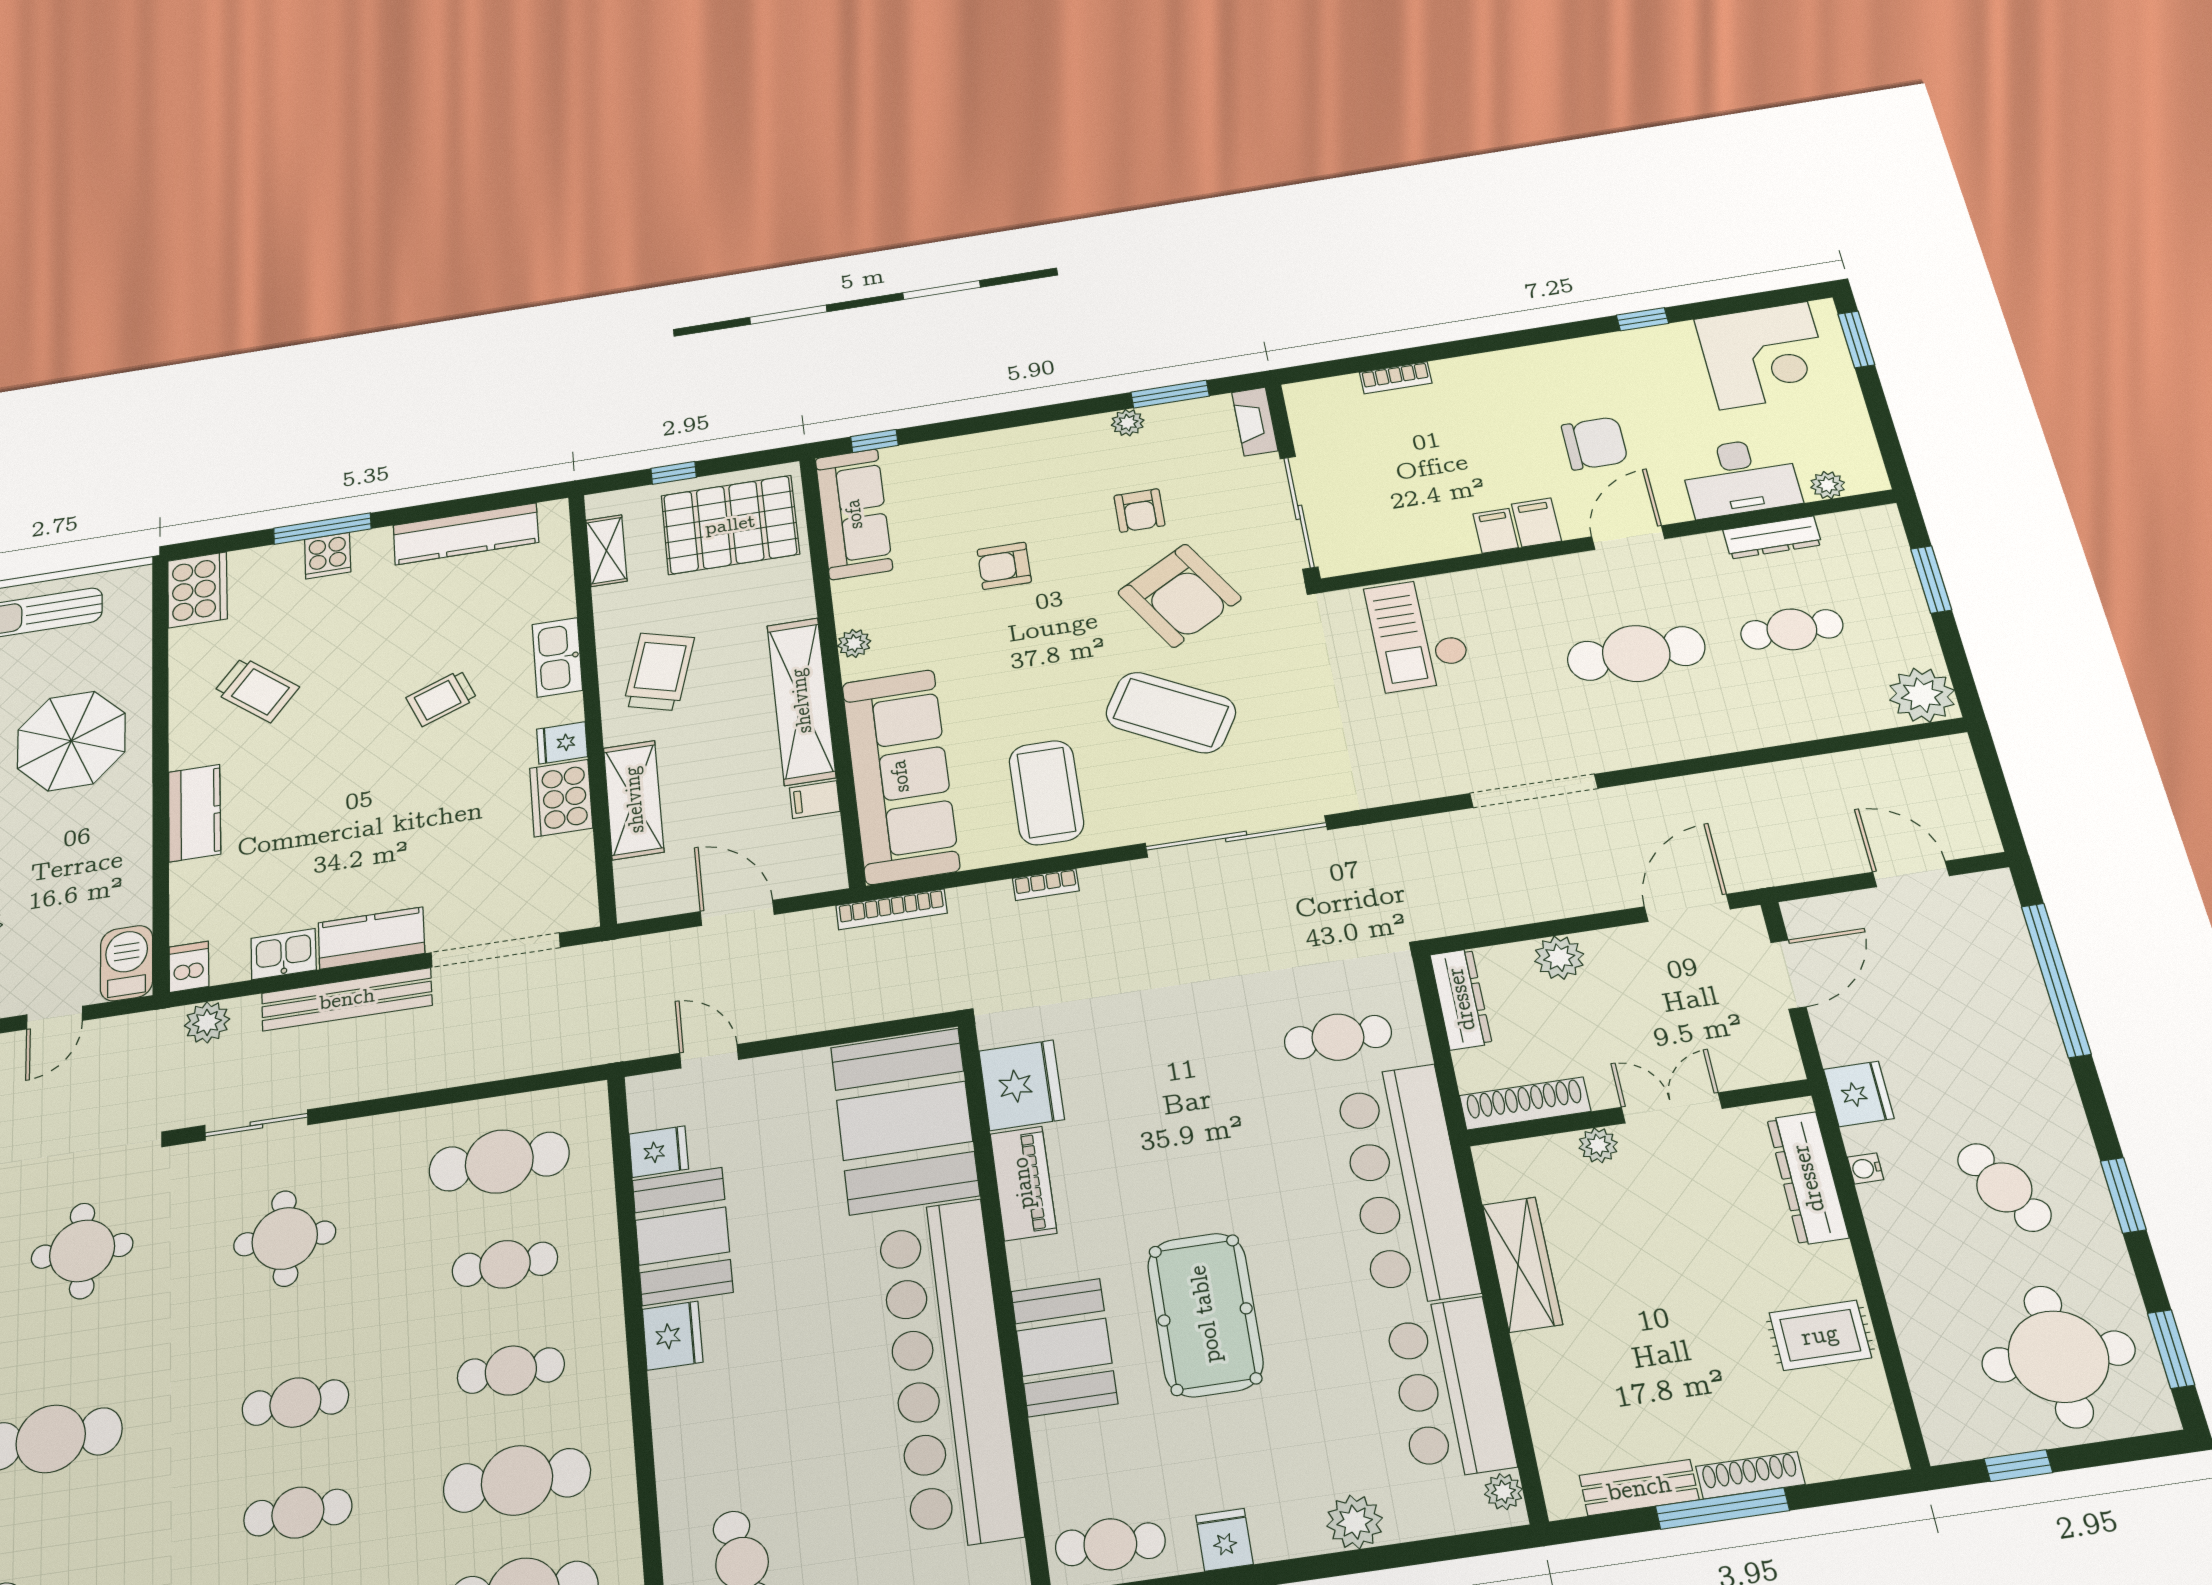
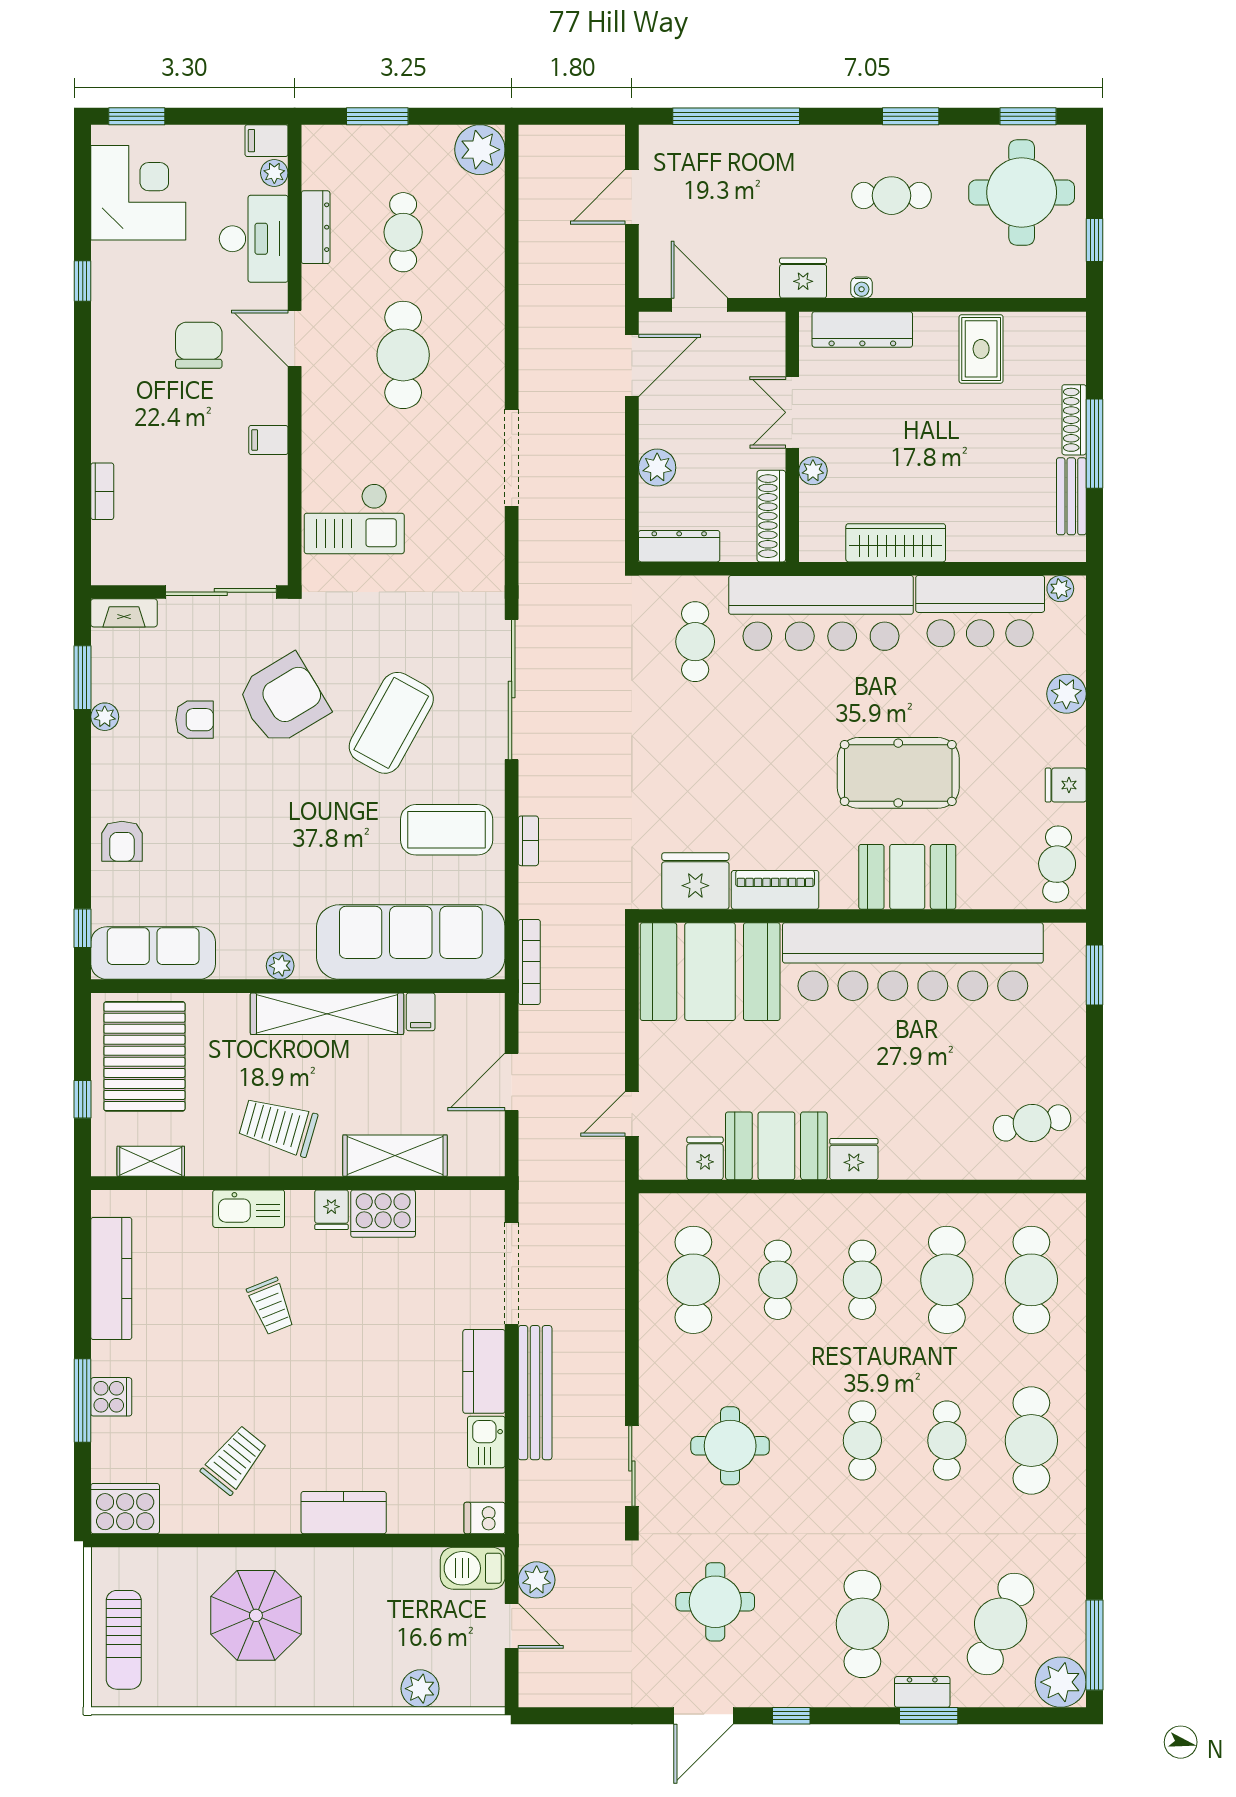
filing cabinet: (1536, 522) -> (266, 141), moved
armchair: (1004, 566) -> (122, 841), moved
door: (1687, 908) -> (632, 365), swing flipped
plant: (207, 1022) -> (537, 1580), moved
cafe table: (2004, 1187) -> (891, 196), turned 30

